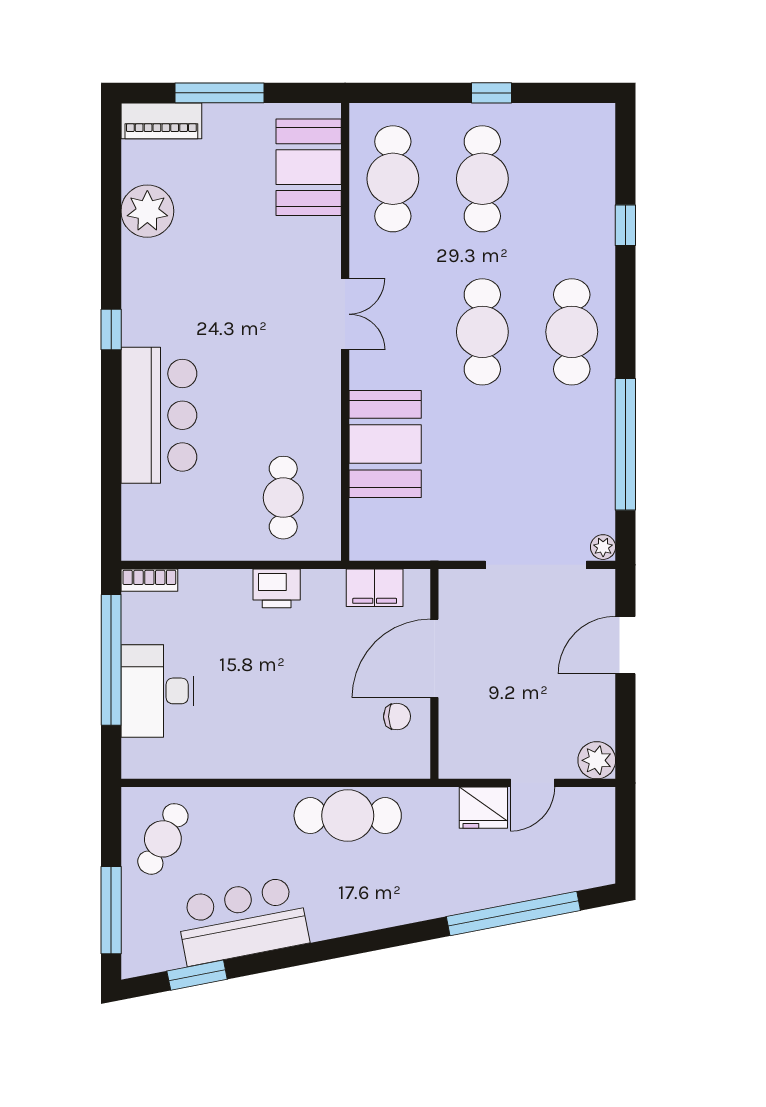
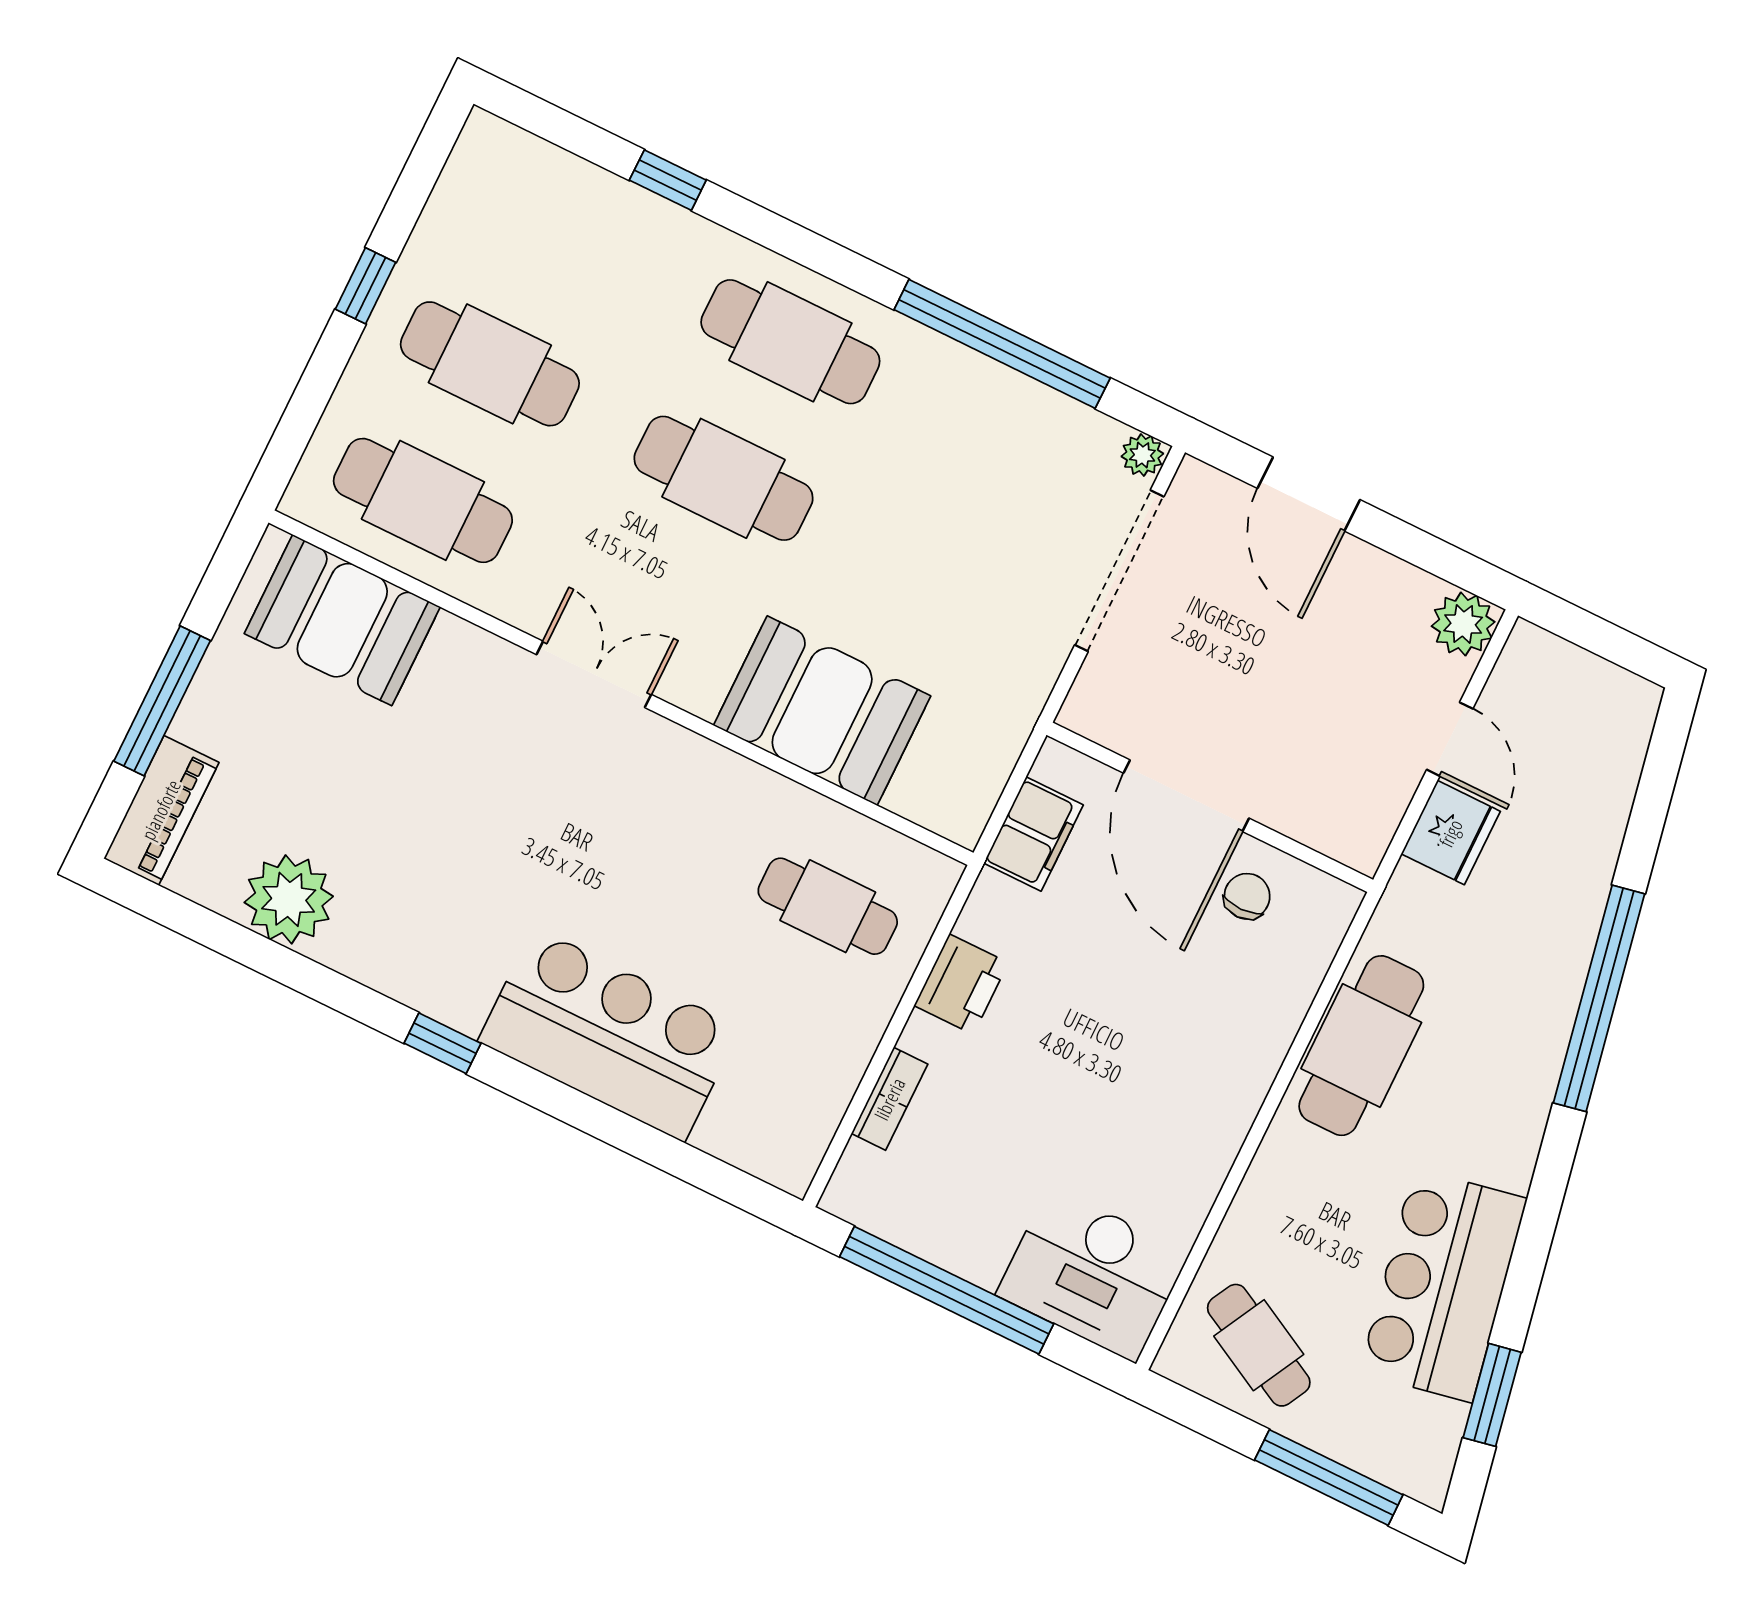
bookcase: (149, 580) -> (890, 1099), moved
desk: (157, 691) -> (1093, 1274), moved
window: (513, 914) -> (1599, 998), moved

